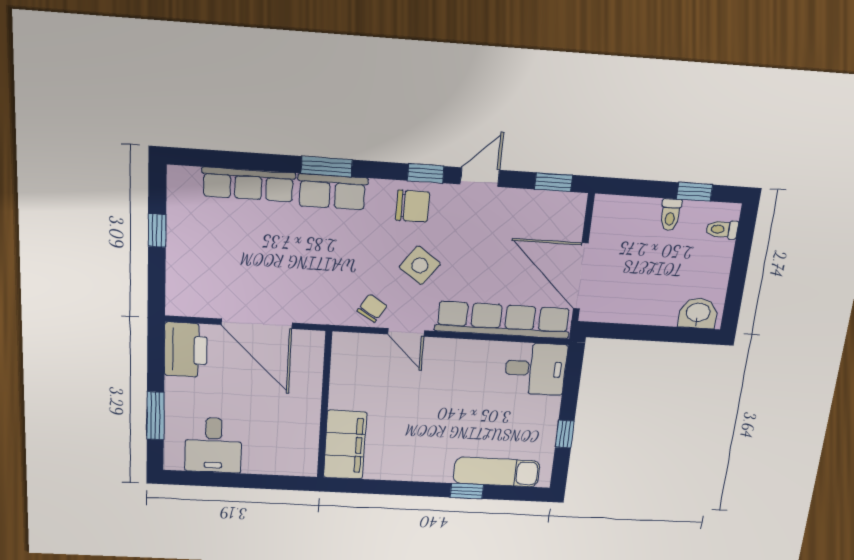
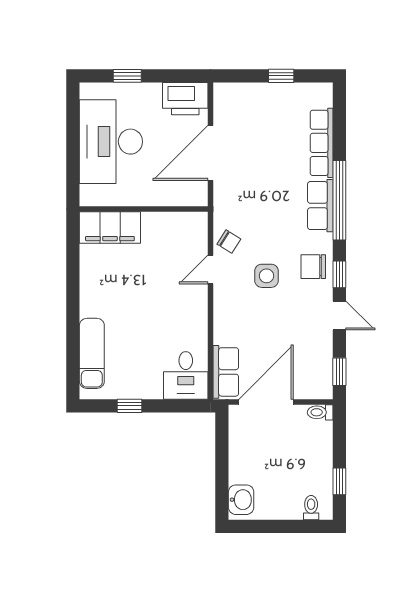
window: (327, 167) -> (339, 200), width x2.11
chair: (413, 206) -> (313, 267), turned 90
toilet: (670, 215) -> (320, 412), moved
side table: (420, 265) -> (266, 276), turned -36
row of seats: (503, 320) -> (226, 372), width x0.50
window: (155, 416) -> (127, 76), width x0.67
desk: (213, 445) -> (111, 142), width x1.87, depth x1.30
window: (467, 491) -> (73, 330), removed

